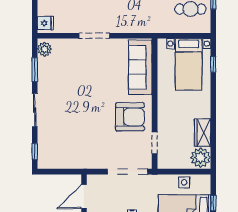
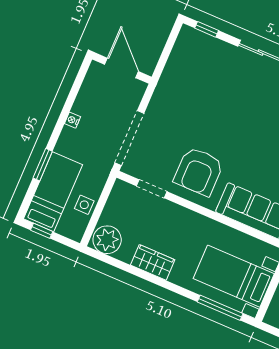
window: (213, 64) -> (220, 308), width x2.17
wardrobe: (203, 133) -> (153, 262), moved

